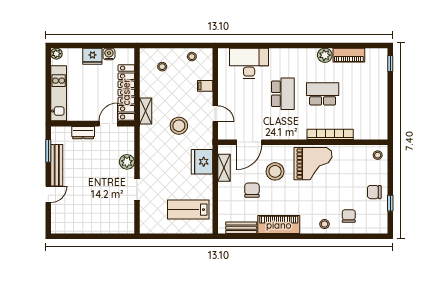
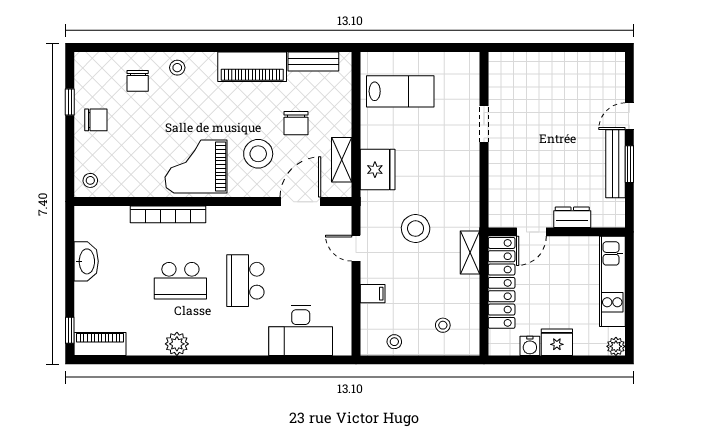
piano: (349, 55) -> (100, 344), moved
washbasin: (380, 106) -> (86, 261), added
window: (48, 151) -> (629, 164), moved
plant: (127, 162) -> (501, 169), removed

